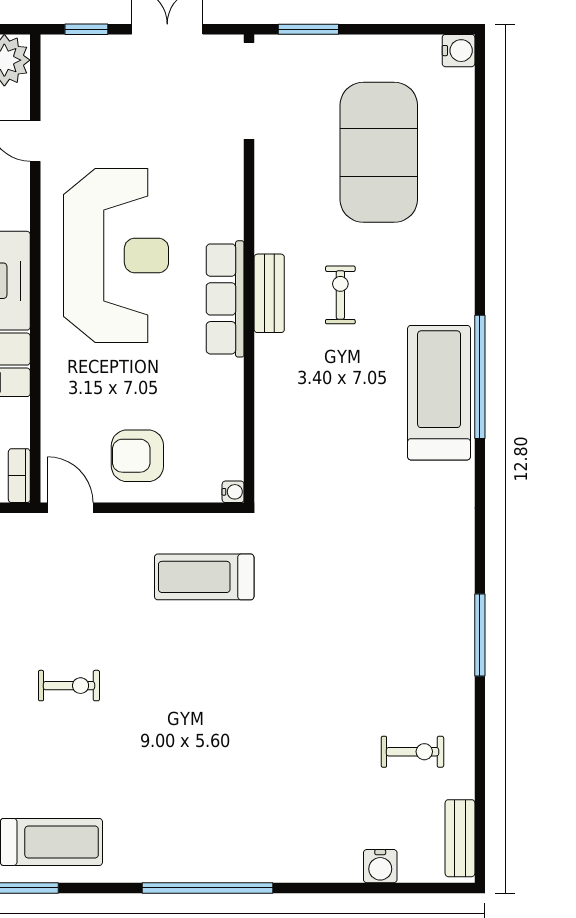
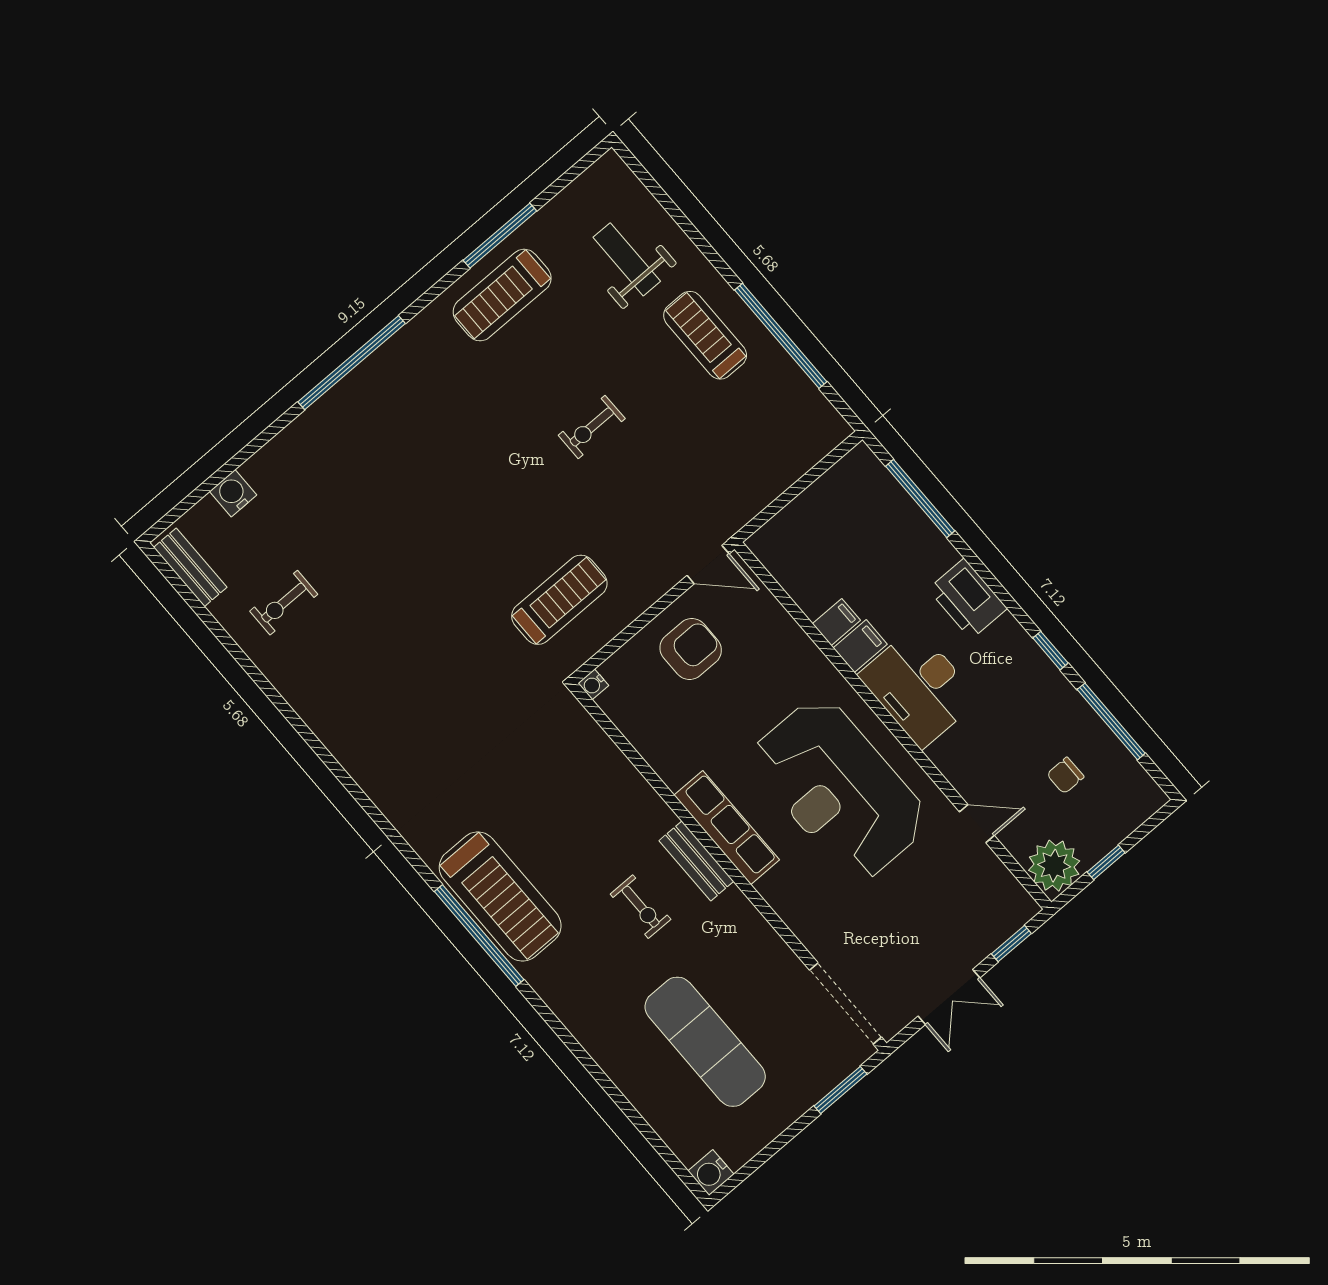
exercise mat: (379, 152) -> (705, 1042), width x0.68
bookcase: (19, 476) -> (768, 556), removed
window: (480, 635) -> (309, 737), removed

